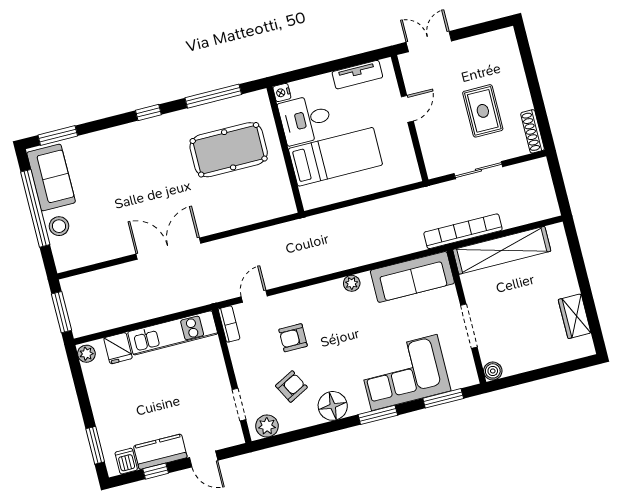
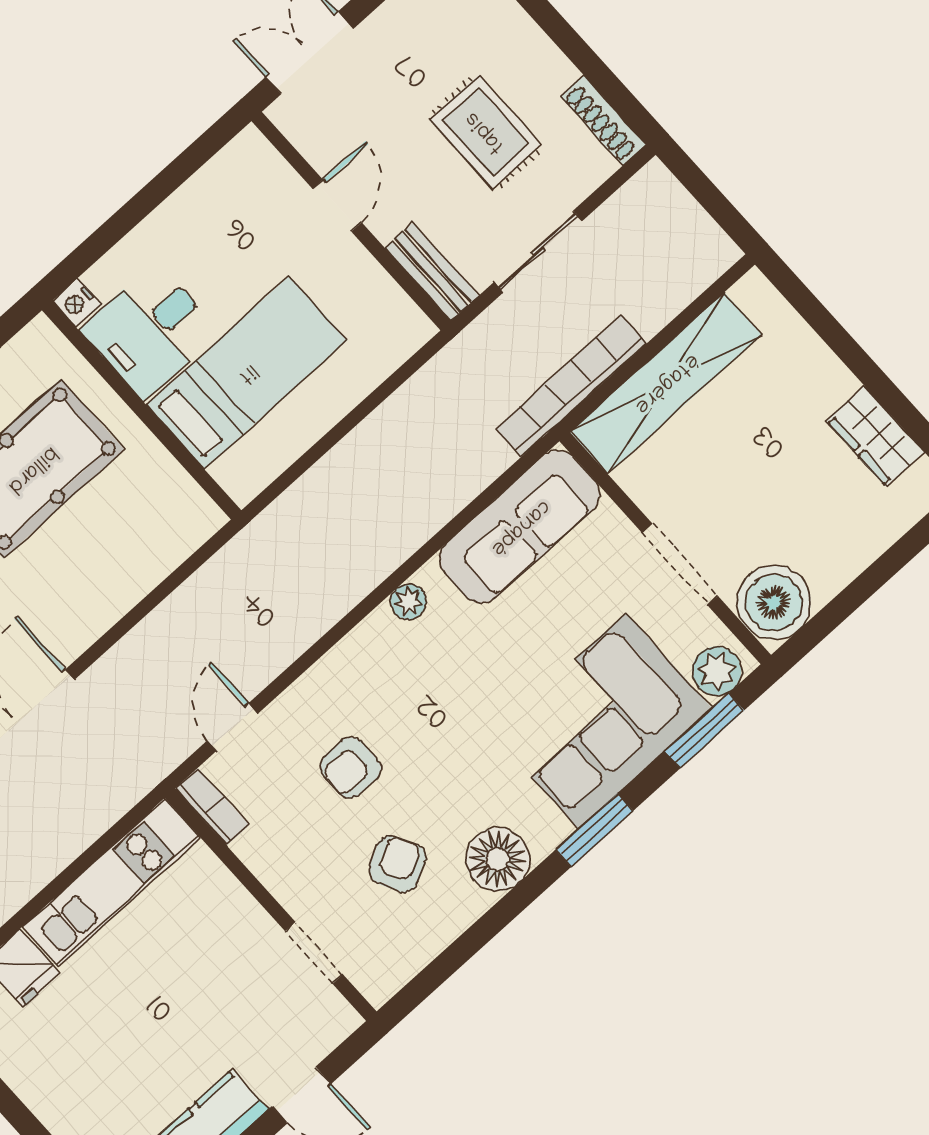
tv unit: (357, 75) -> (205, 190), removed
bench: (431, 156) -> (432, 272), added
boiler: (493, 371) -> (774, 602), width x1.86, depth x1.86
plant: (267, 426) -> (717, 671), moved

